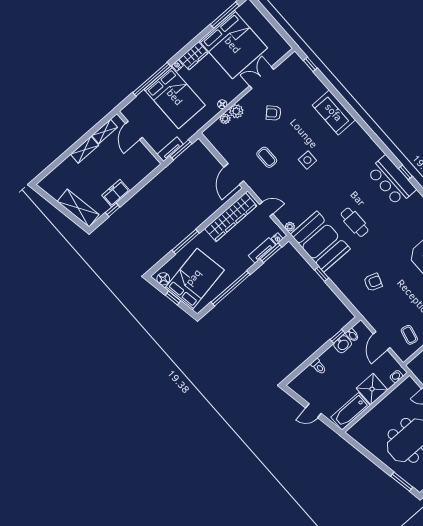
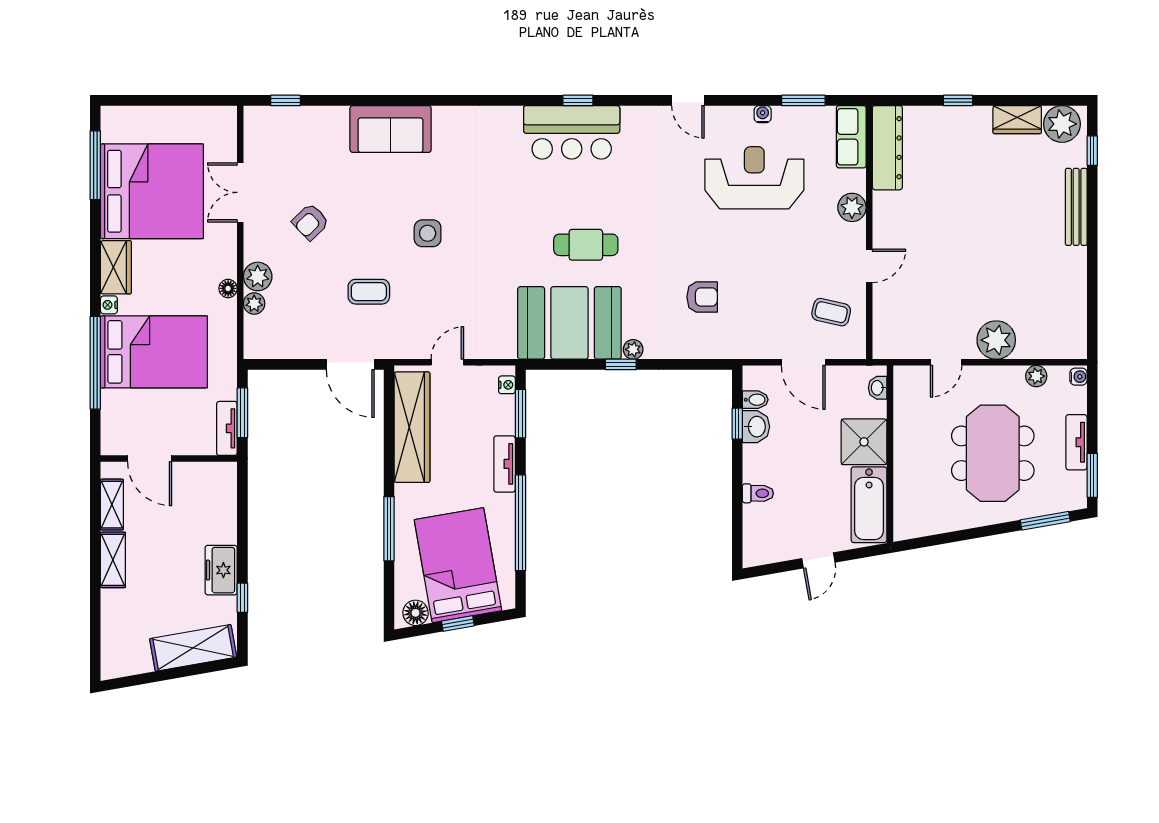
plant: (290, 227) -> (633, 349), moved
tv unit: (262, 250) -> (505, 464), moved
armchair: (373, 282) -> (702, 297), turned 70

